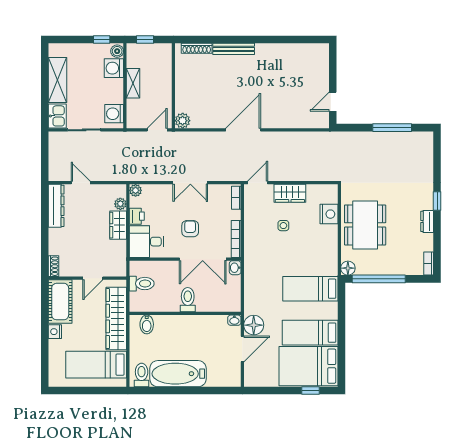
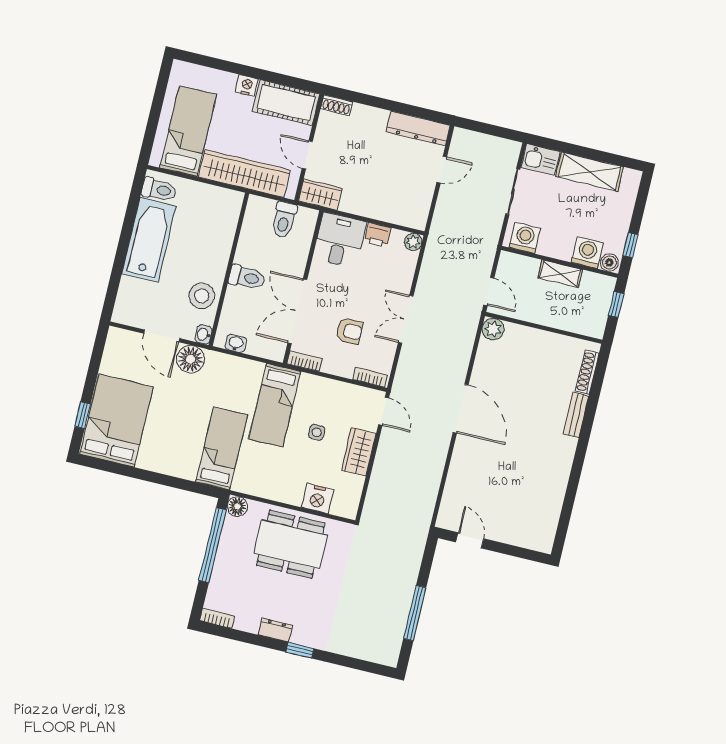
bench: (234, 49) -> (576, 415), width x0.73
plant: (120, 204) -> (400, 217), removed
wardrobe: (118, 225) -> (320, 195), moved
armchair: (190, 229) -> (349, 331), moved
bookcase: (236, 239) -> (305, 361), width x0.64
washbasin: (235, 268) -> (236, 343), moved
bidet: (147, 324) -> (226, 213), removed
stool: (208, 328) -> (202, 296), added
bed: (310, 333) -> (275, 405), moved, turned 180

